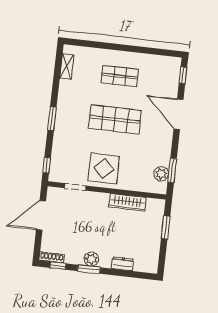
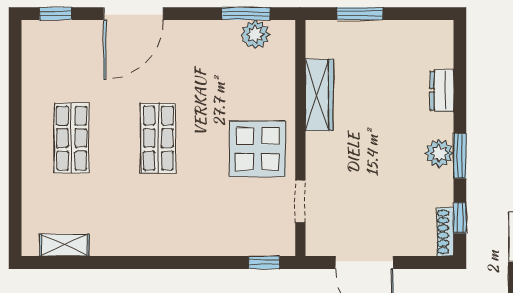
window: (52, 118) -> (171, 262), removed
shop shelf: (115, 119) -> (158, 138), width x0.70, depth x0.74

